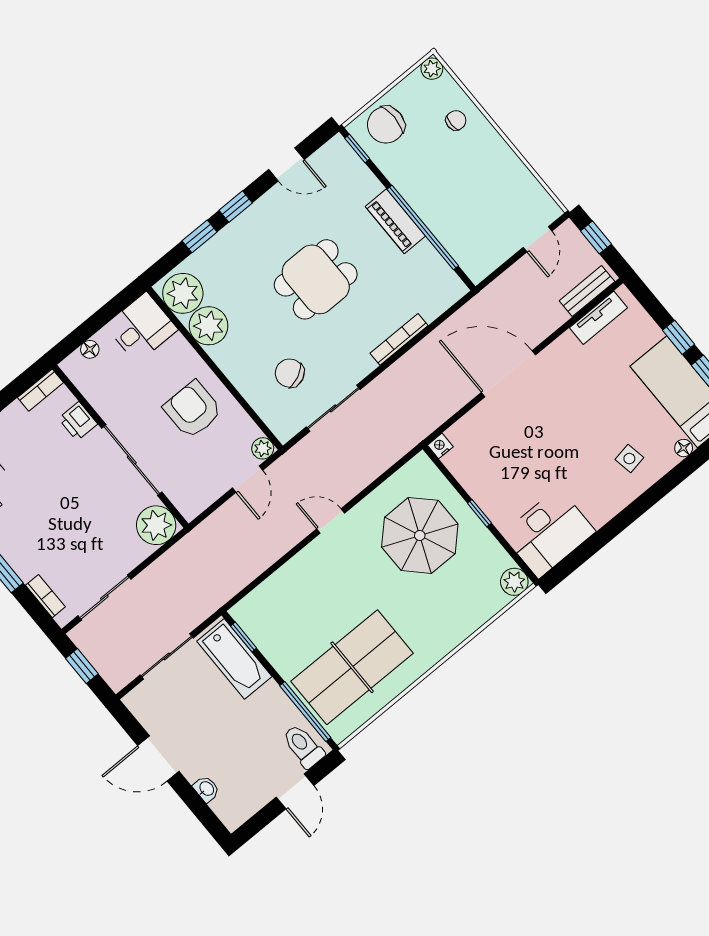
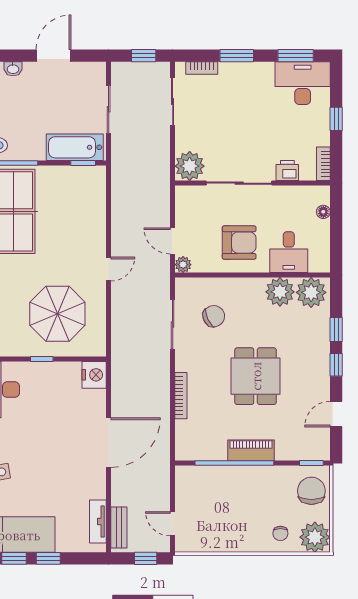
plant: (432, 69) -> (315, 537), width x1.87, depth x1.87
desk: (141, 328) -> (289, 252), moved
nightstand: (440, 446) -> (94, 375), width x1.89, depth x1.79

